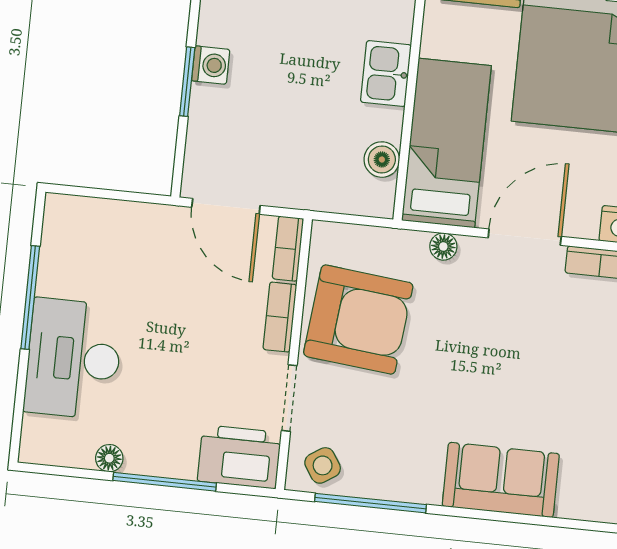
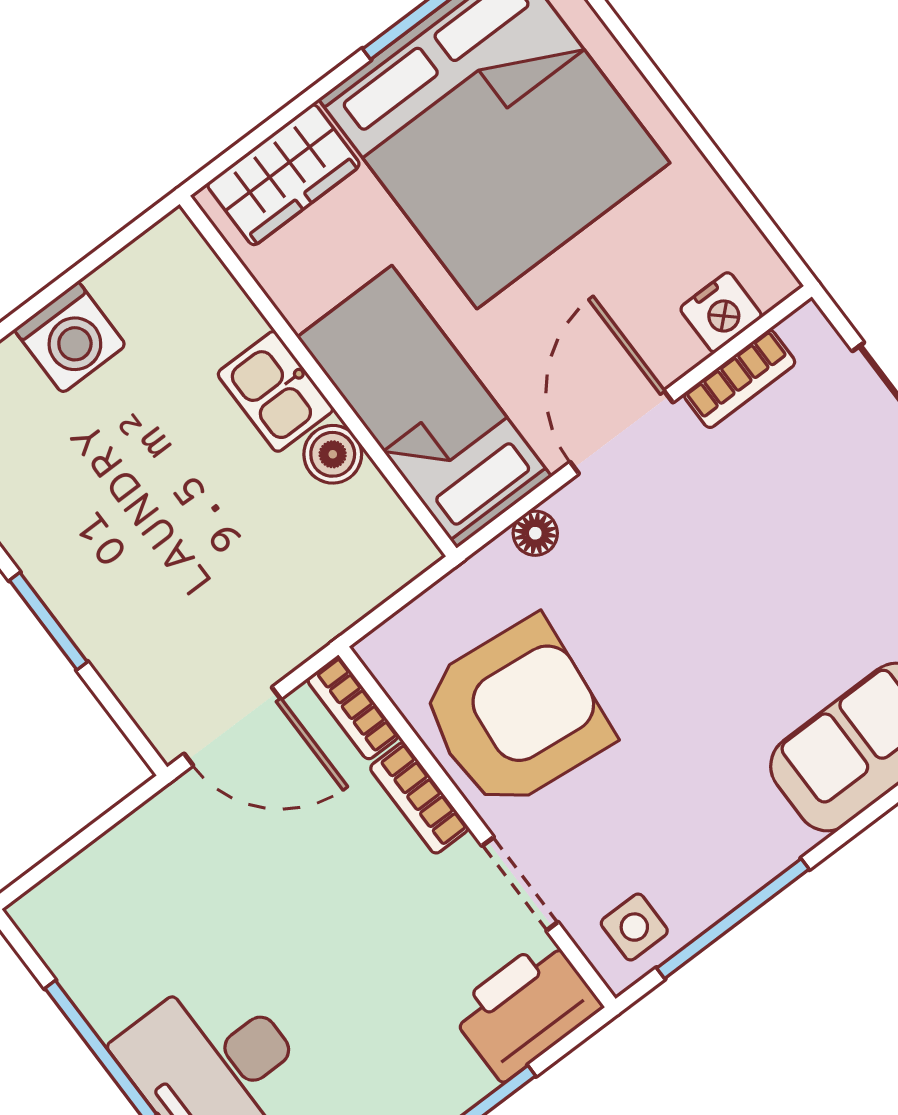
washing machine: (211, 65) -> (58, 575), removed
boiler: (382, 160) -> (333, 454), moved
side table: (323, 465) -> (634, 927), turned 33

